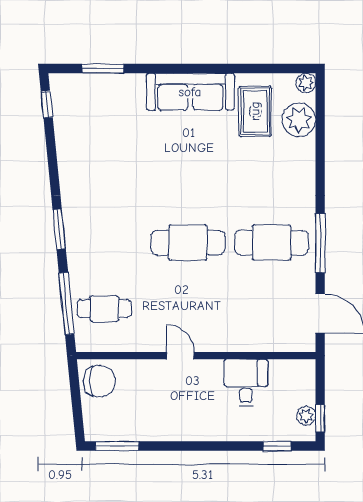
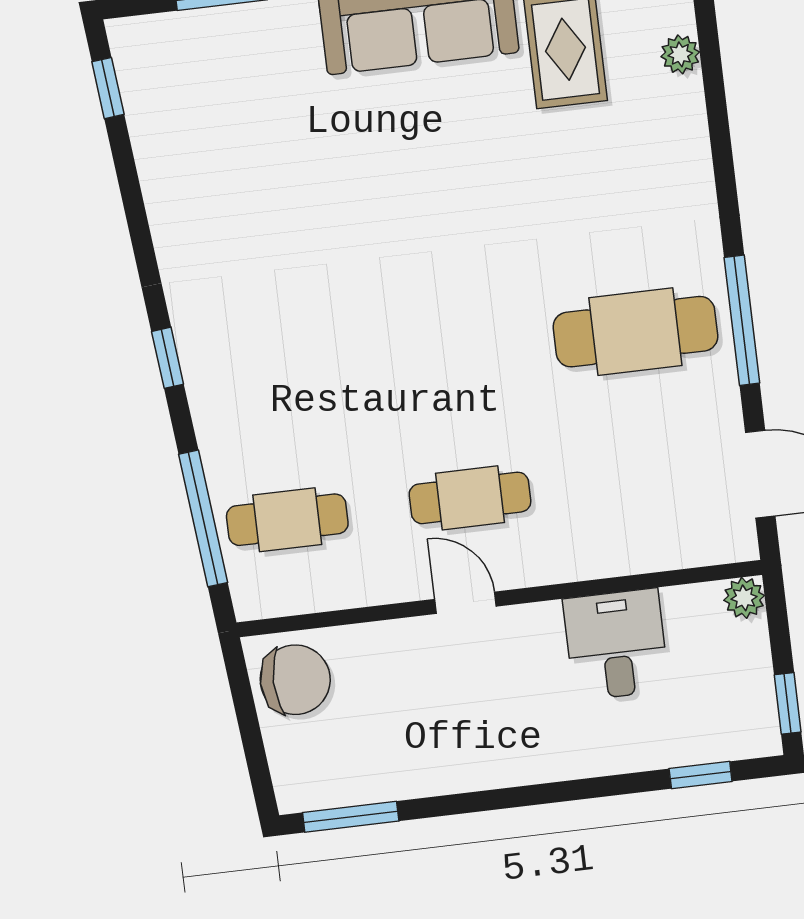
plant: (299, 120) -> (680, 54), width x0.53, depth x0.53
window: (59, 229) -> (168, 358), width x0.67
cafe table: (188, 243) -> (470, 498), moved, width x0.73, depth x0.74
plant: (306, 416) -> (744, 598), moved

